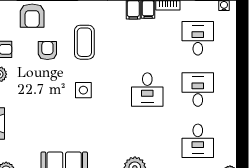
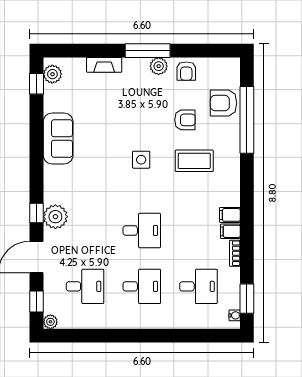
desk: (147, 90) -> (142, 231), turned 180
desk: (198, 141) -> (85, 286), turned 180

